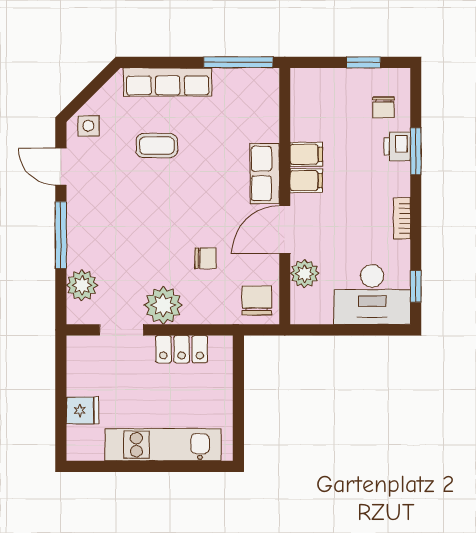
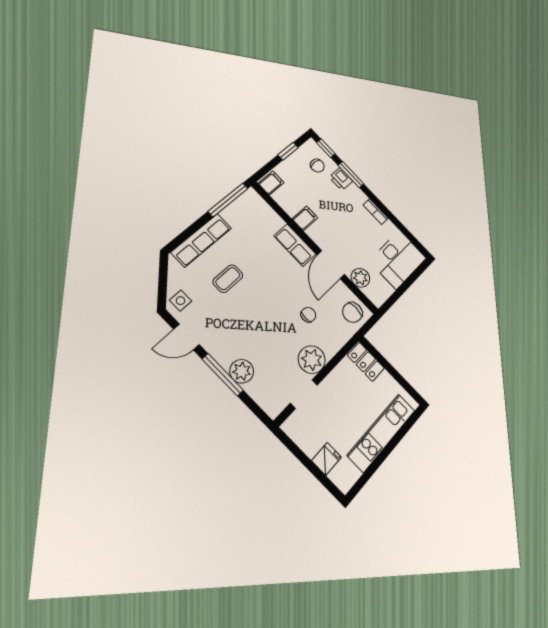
filing cabinet: (306, 181) -> (271, 183), moved
plant: (82, 285) -> (242, 371), moved
window: (416, 286) -> (326, 148), moved
chair: (257, 300) -> (352, 312), turned -90
locker: (182, 349) -> (366, 362), moved, turned 90

